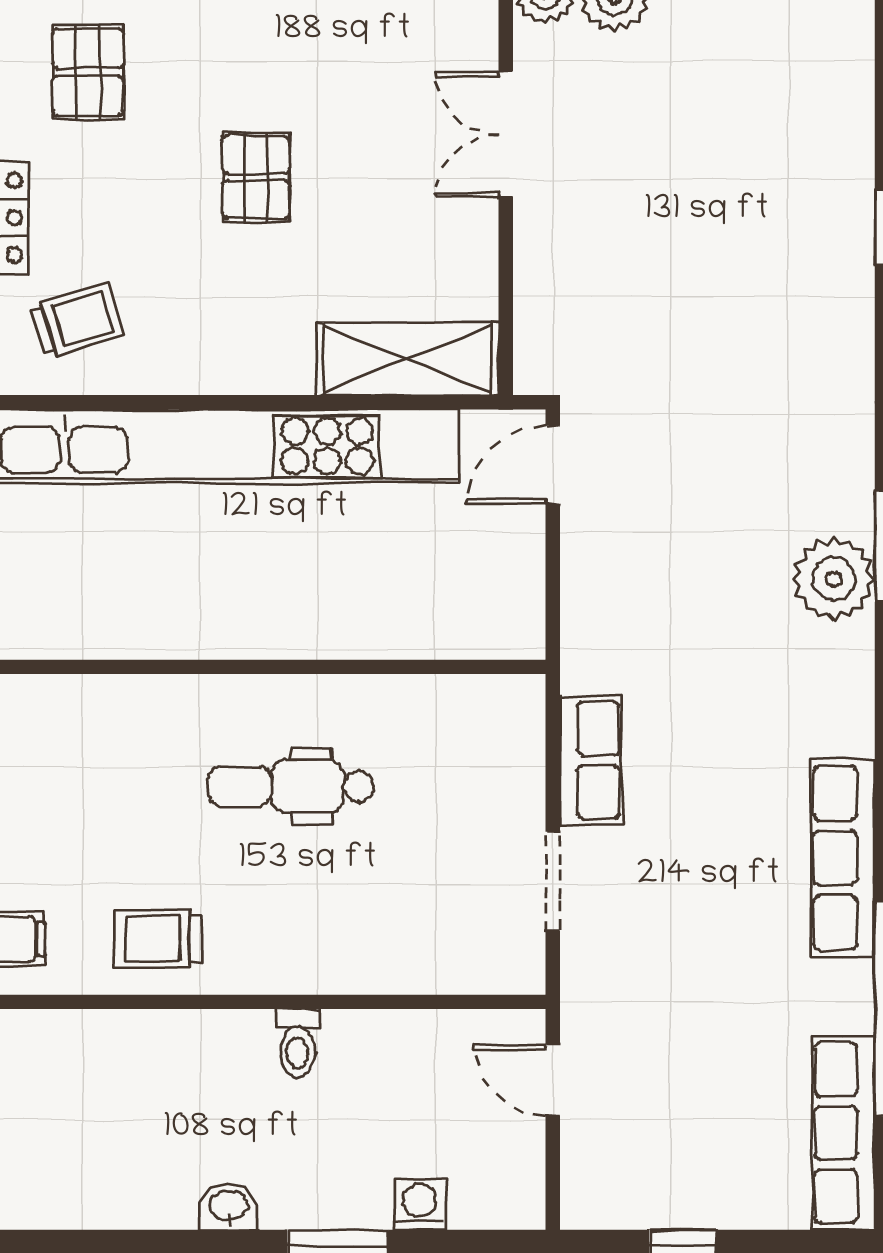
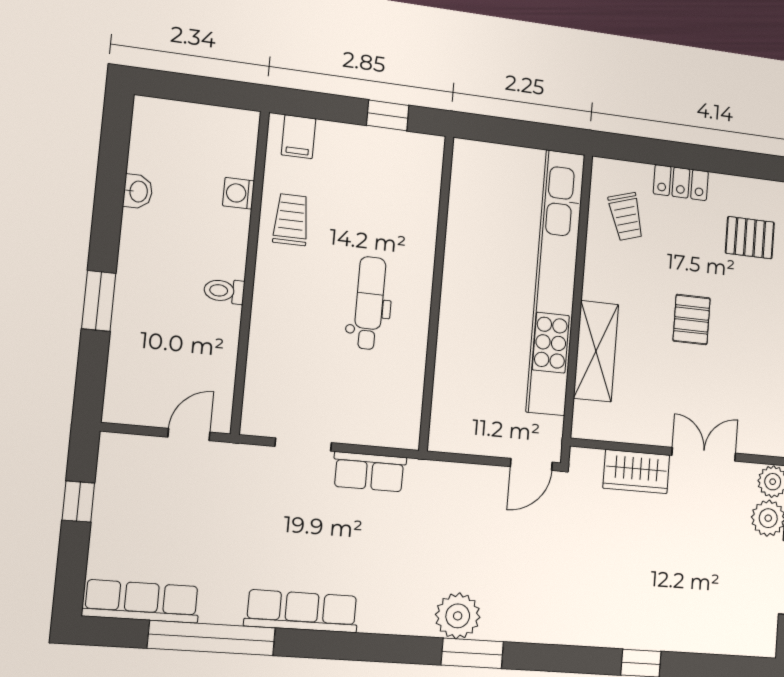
pallet: (256, 177) -> (692, 319), turned 90
wardrobe: (549, 264) -> (636, 472), added
shelving: (408, 359) -> (596, 351), moved
door: (553, 465) -> (531, 464), swing flipped
washing machine: (419, 1204) -> (238, 193), moved, turned 180
washbasin: (228, 1207) -> (138, 191), moved

